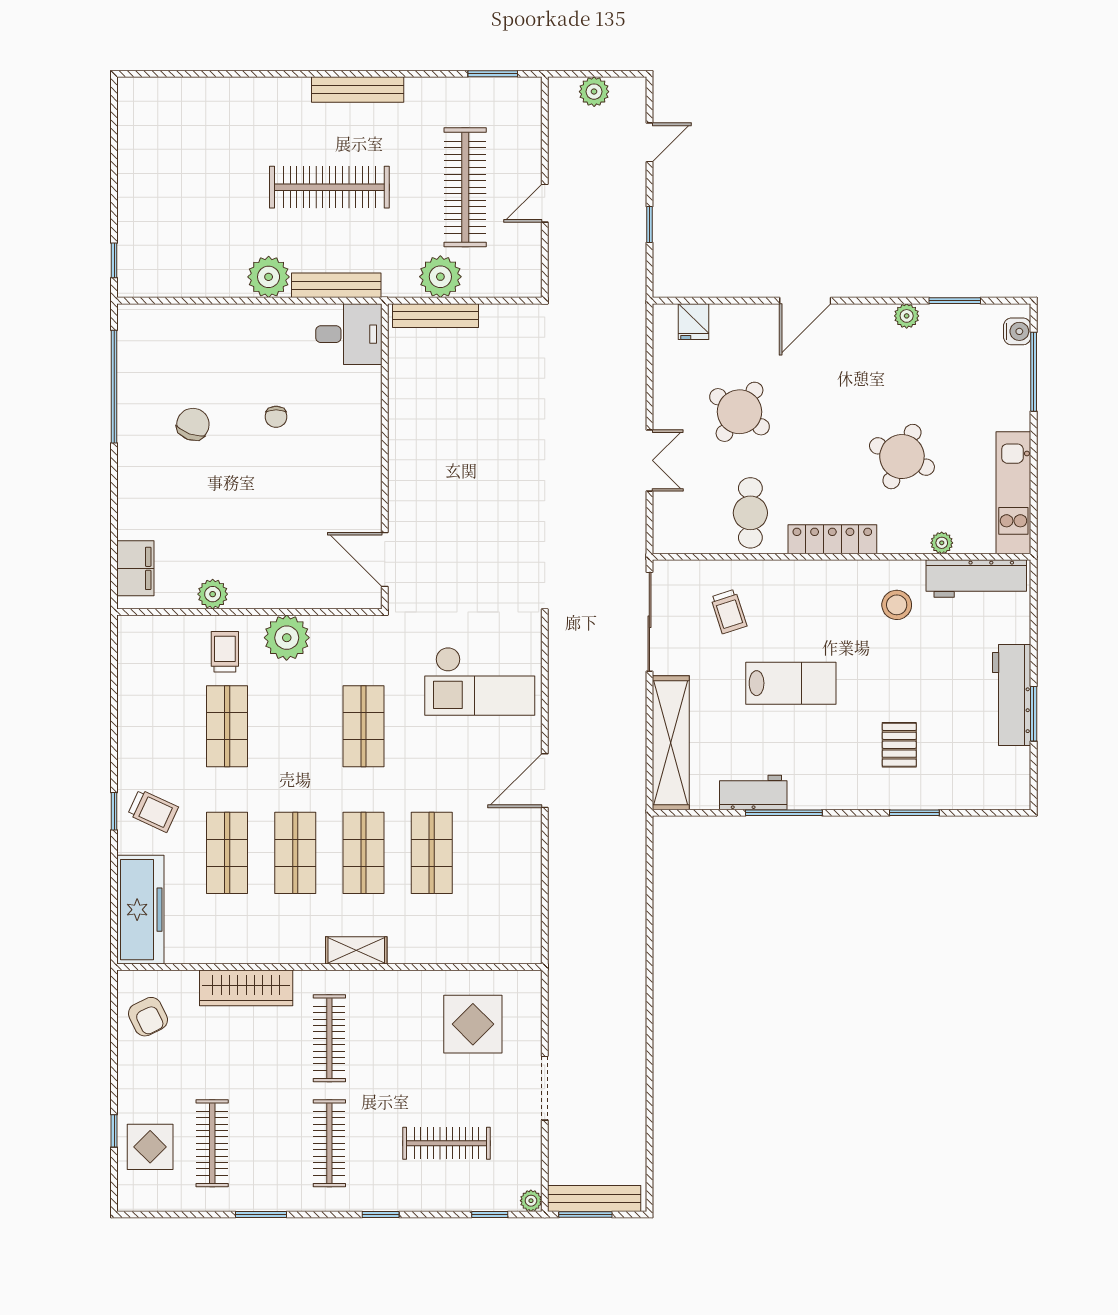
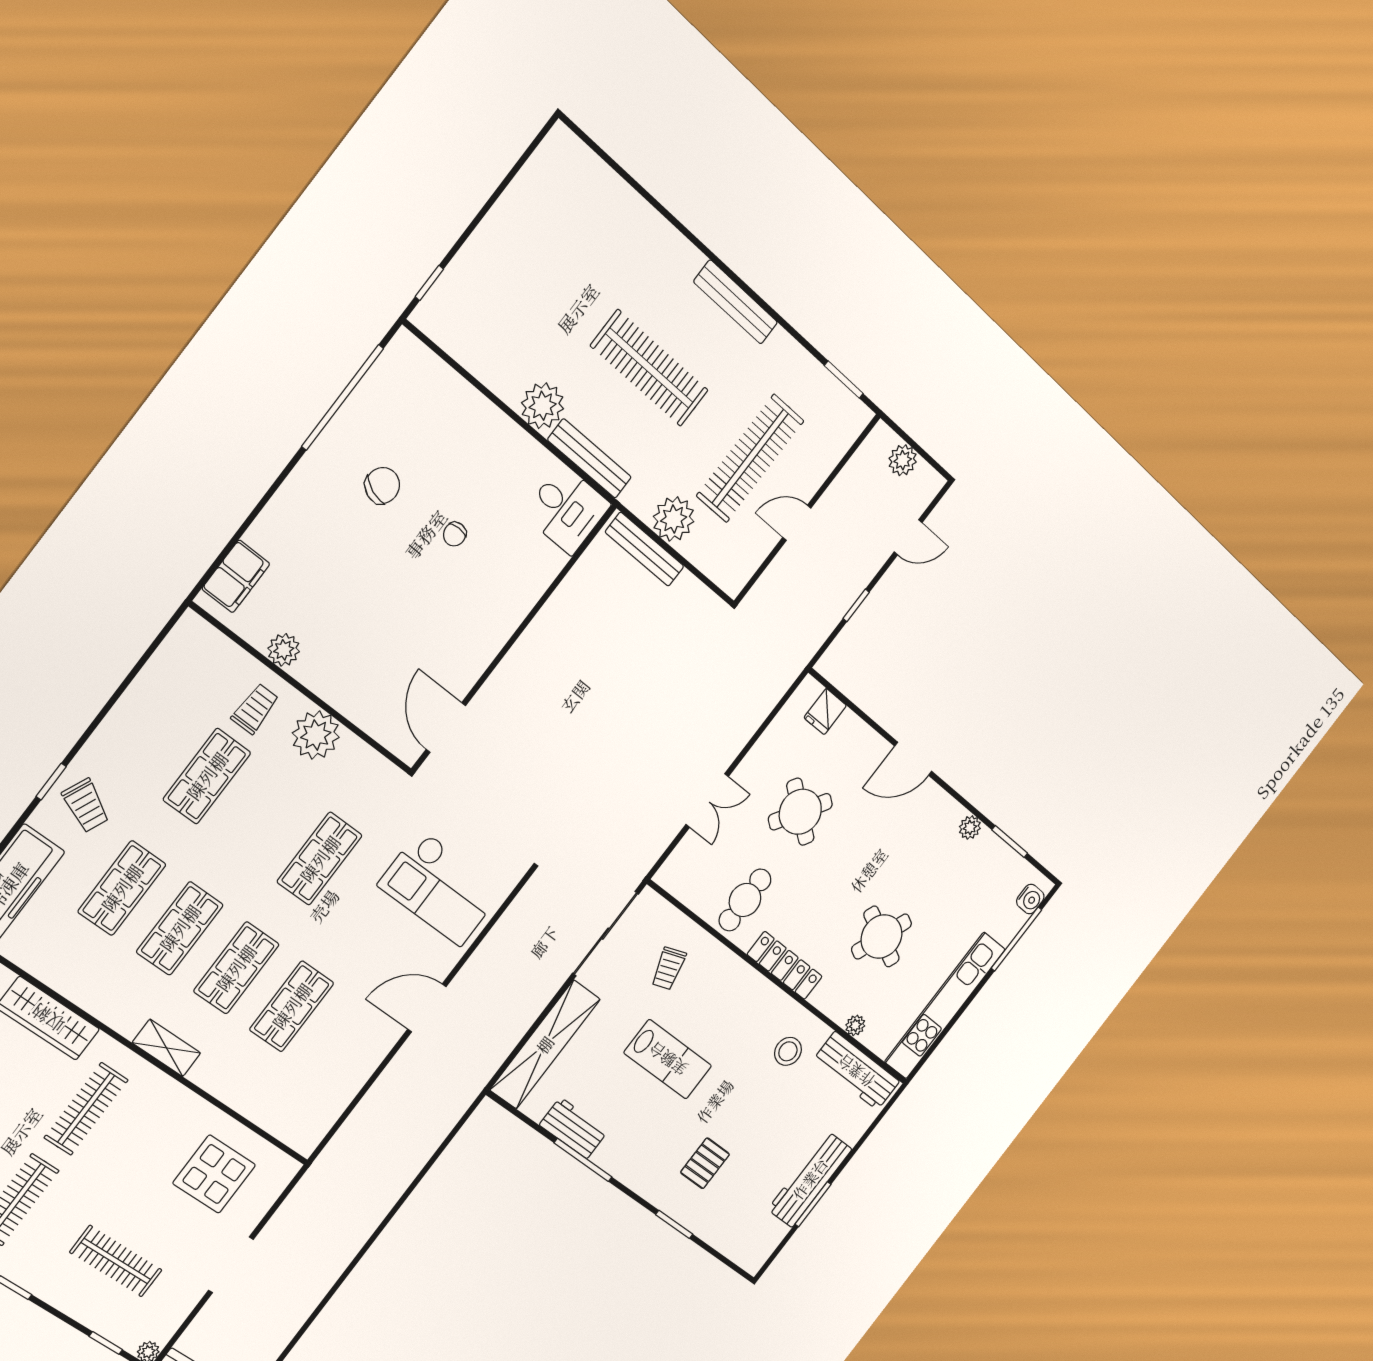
kitchen unit: (1013, 493) -> (945, 1005), width x1.36

